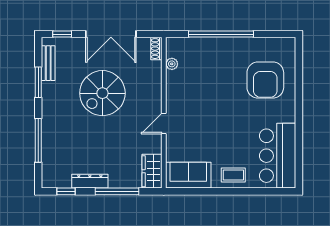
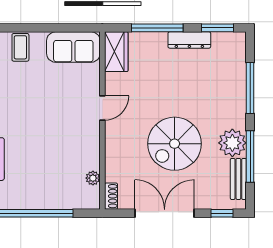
window: (38, 82) -> (250, 156), width x1.44
spiral stairs: (102, 93) -> (175, 144), turned 180
plant: (53, 94) -> (232, 143), added
coffee table: (233, 175) -> (20, 47), turned 90
window: (66, 191) -> (217, 28), width x1.50

